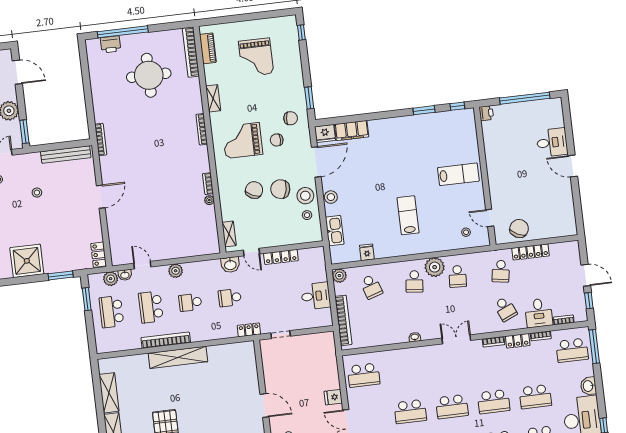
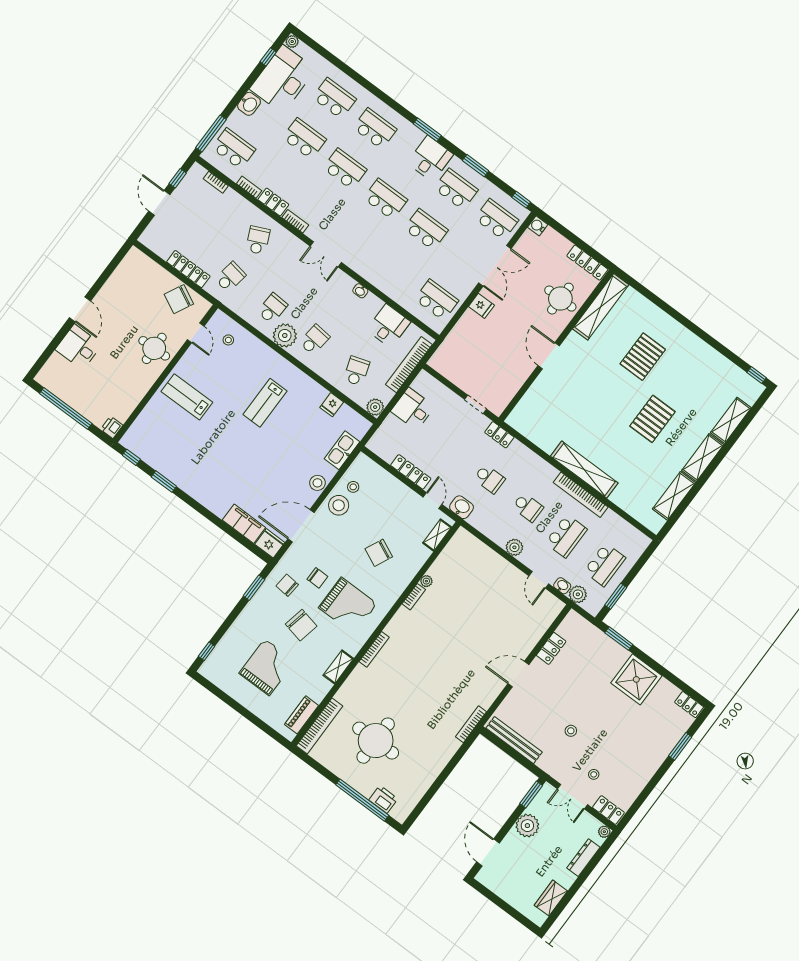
round table: (506, 185) -> (154, 348), added
chair: (280, 189) -> (301, 625), moved
locker: (99, 255) -> (551, 648), moved
desk: (539, 313) -> (389, 326), moved

